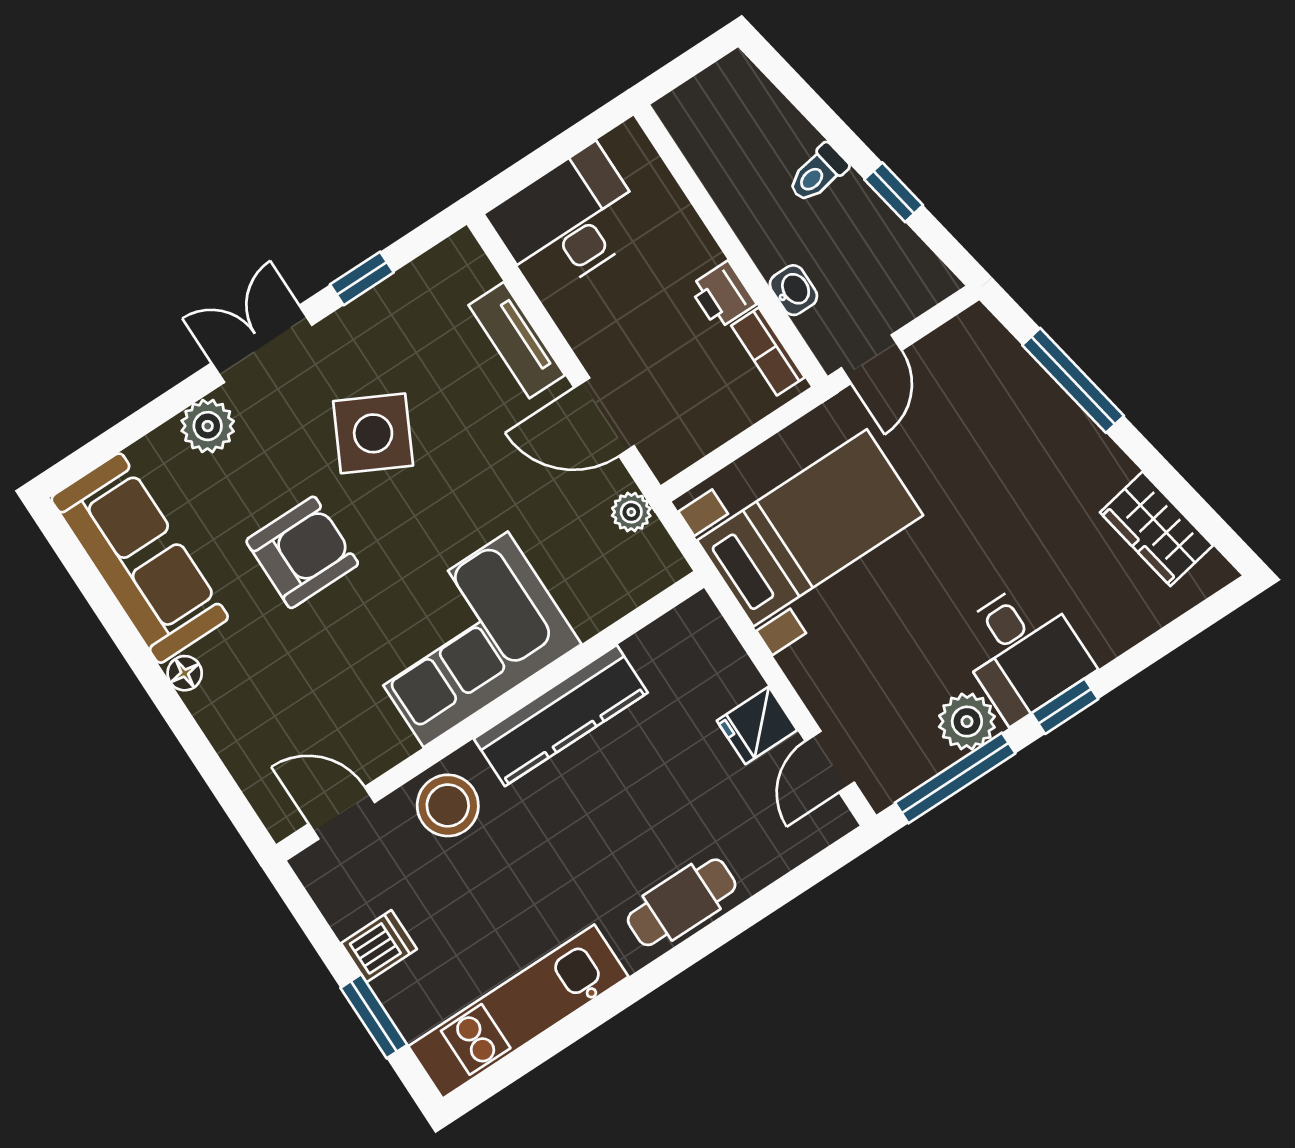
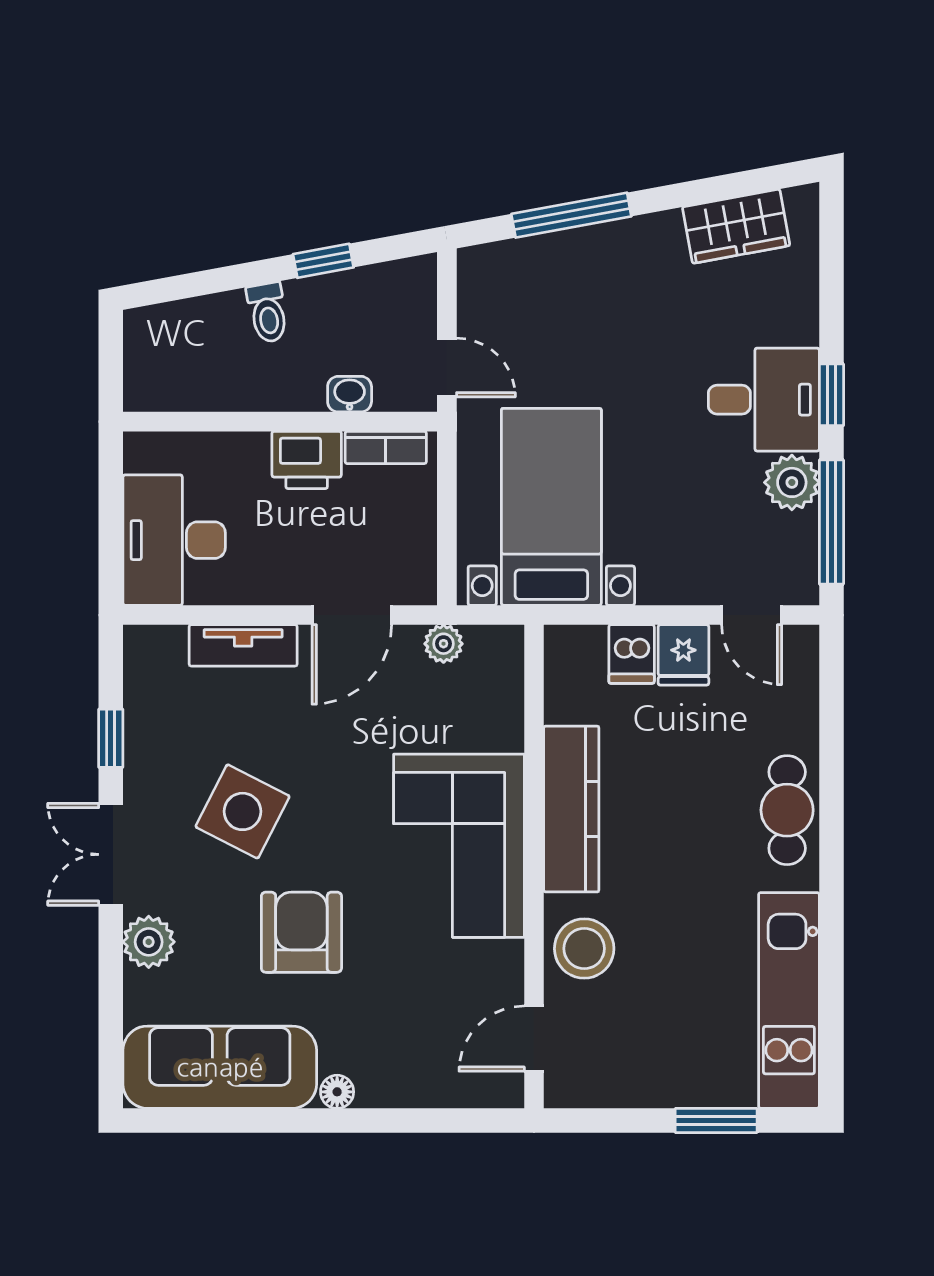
printer: (723, 295) -> (307, 460), width x1.36, depth x1.24
dishwasher: (379, 946) -> (632, 654), moved, turned 180

